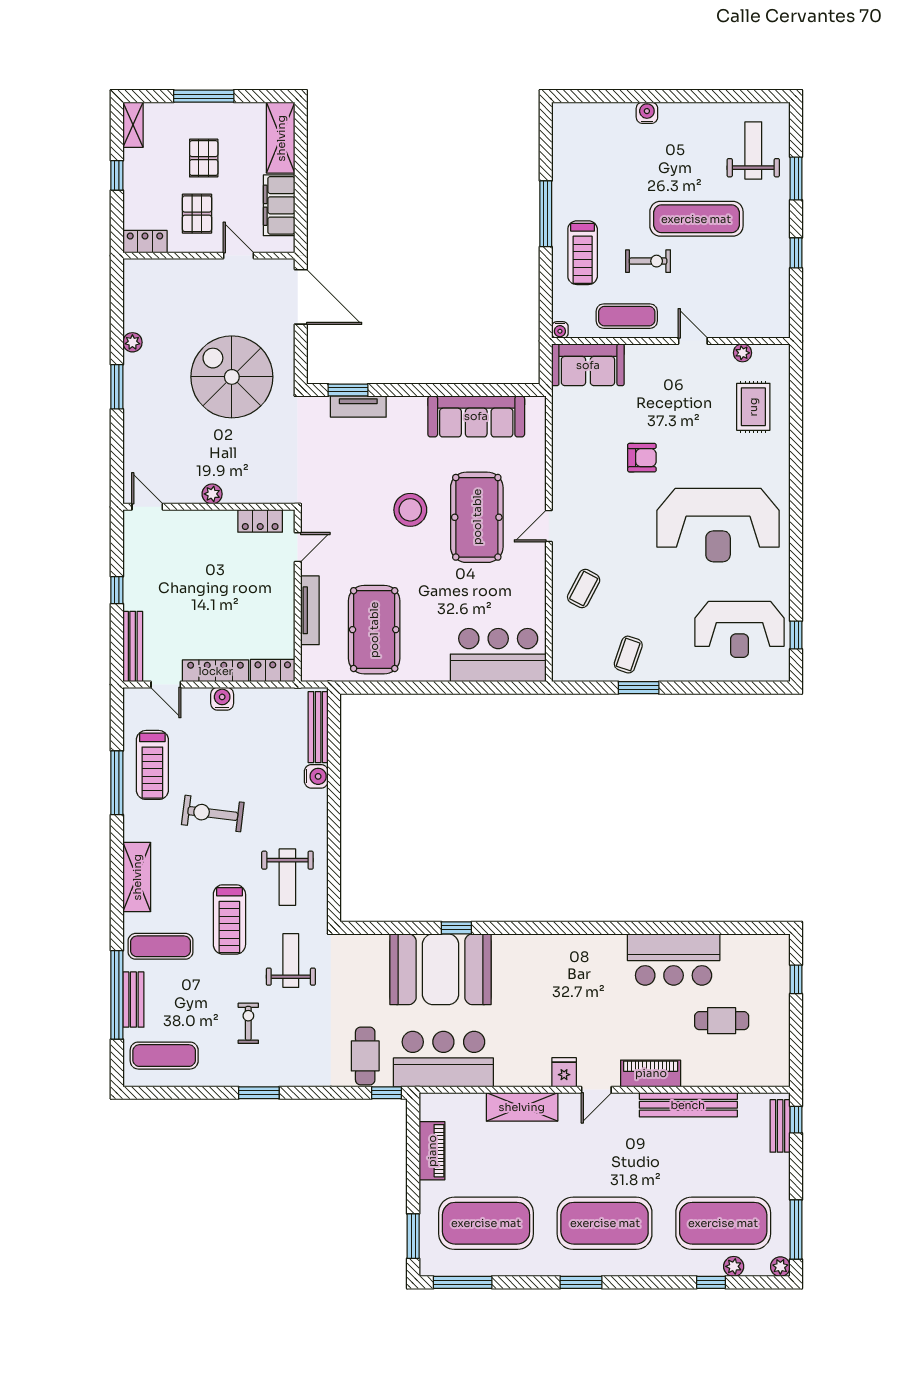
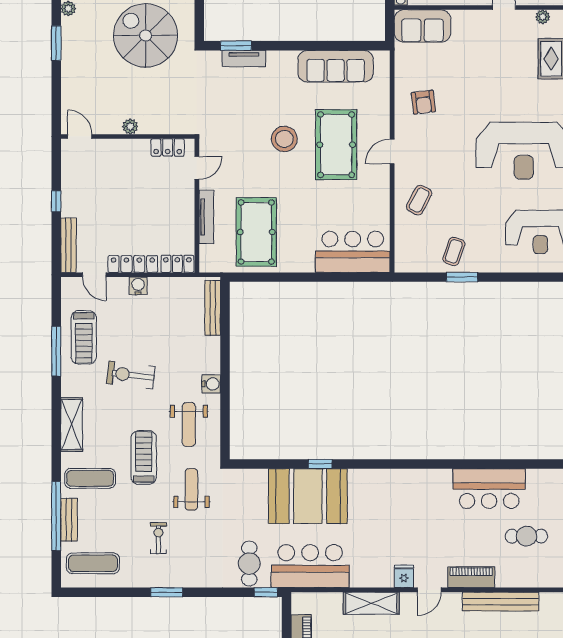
armchair: (642, 458) -> (423, 102), moved, turned 83
water cooler: (316, 776) -> (211, 384), moved
treadmill: (229, 919) -> (144, 457), turned 180

